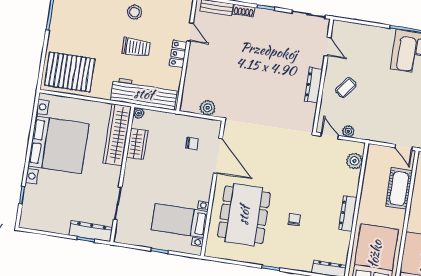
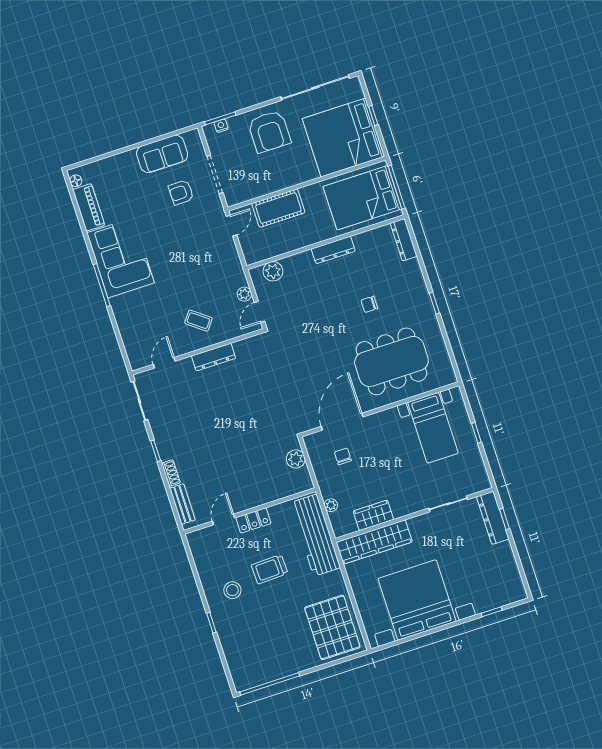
trolley: (136, 47) -> (270, 569), turned -92
plant: (139, 113) -> (331, 505), moved

